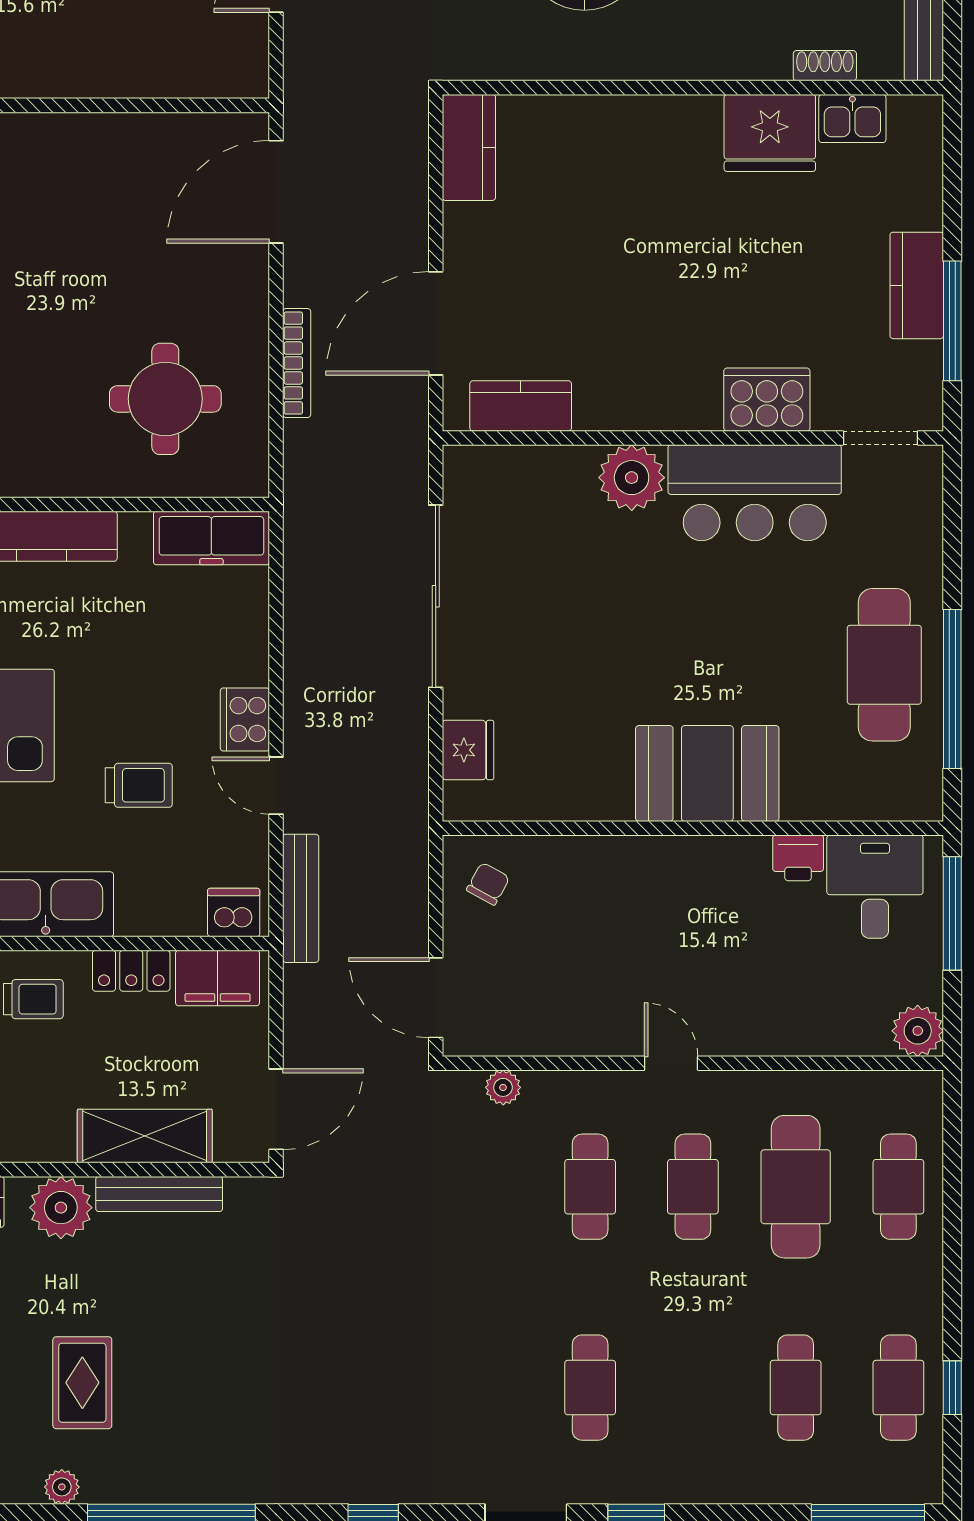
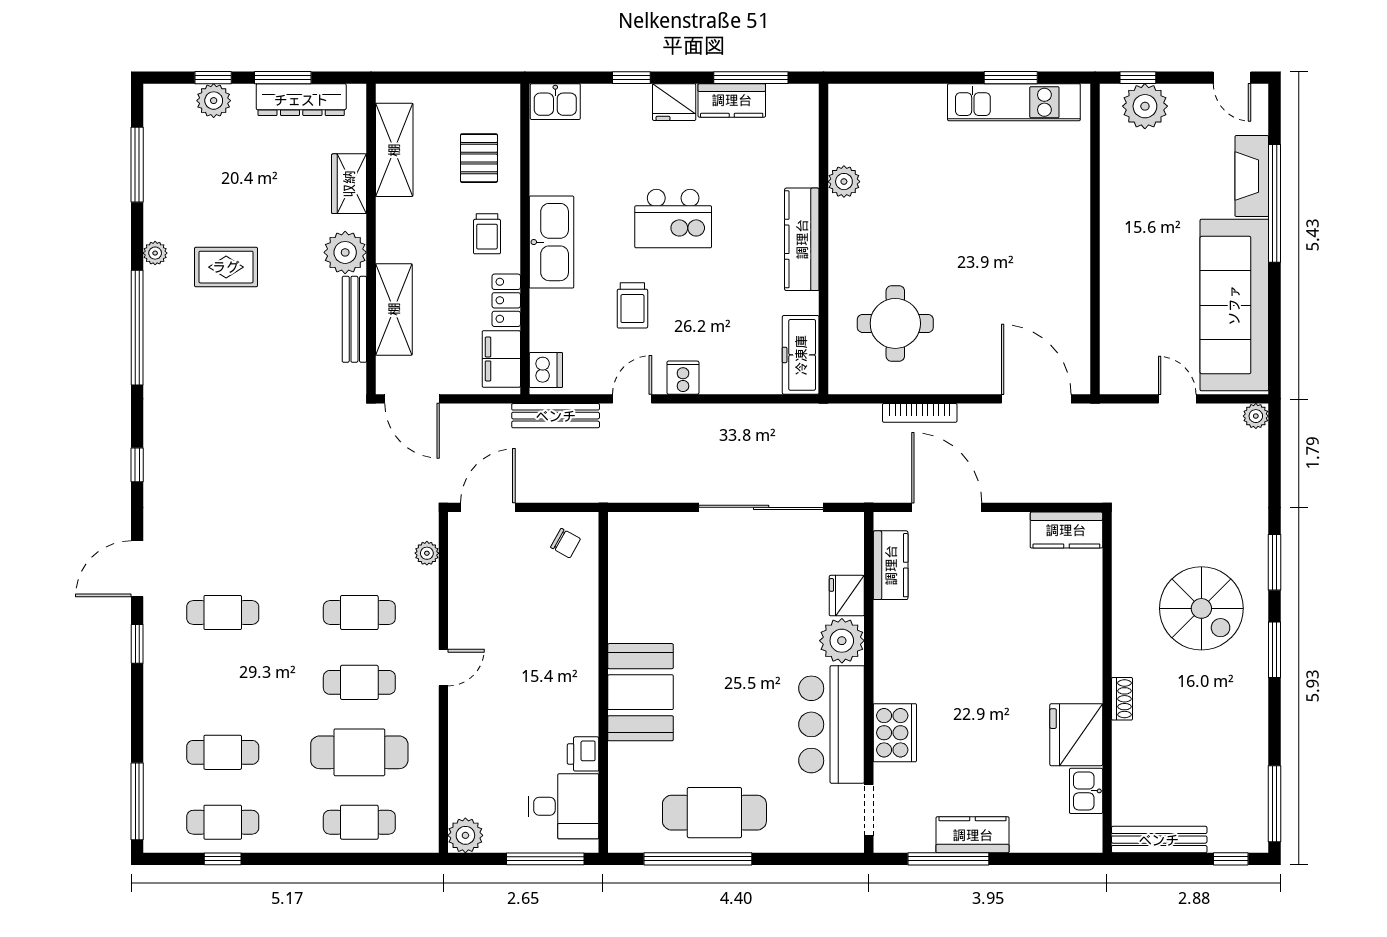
shoe rack: (825, 66) -> (1122, 699), moved
cooker: (245, 720) -> (683, 378), width x0.73
fridge: (468, 750) -> (847, 596), moved, turned 90

